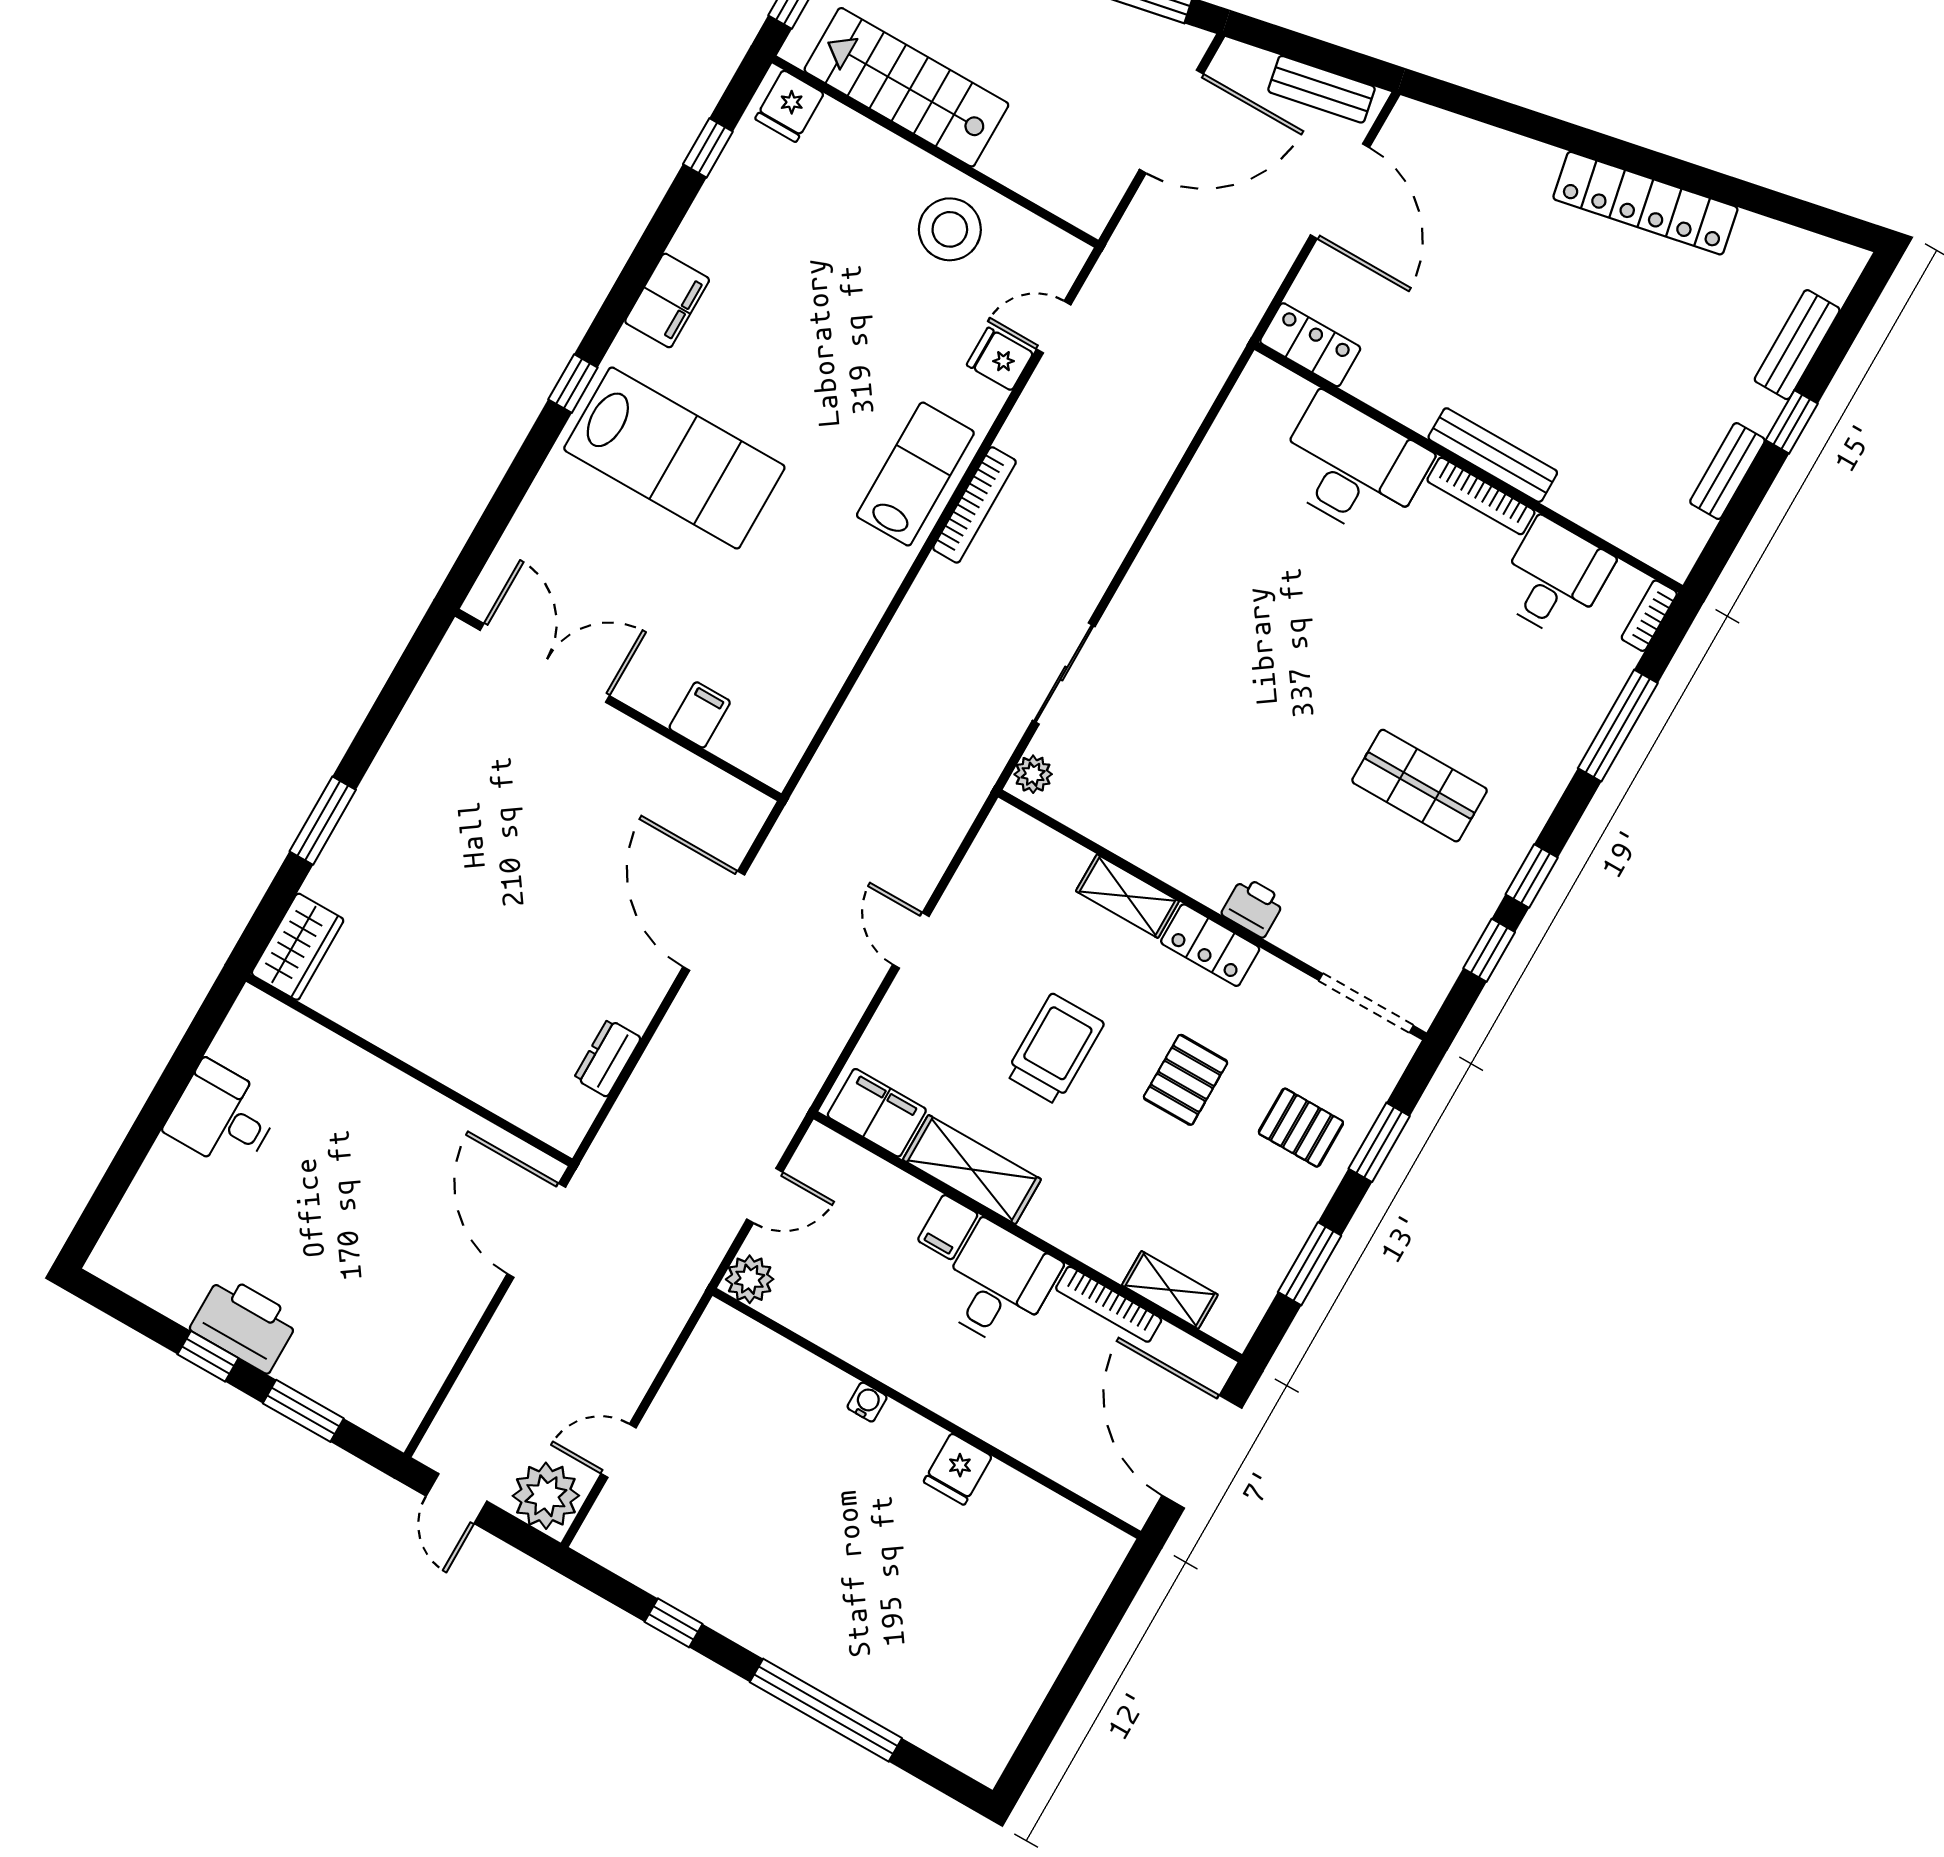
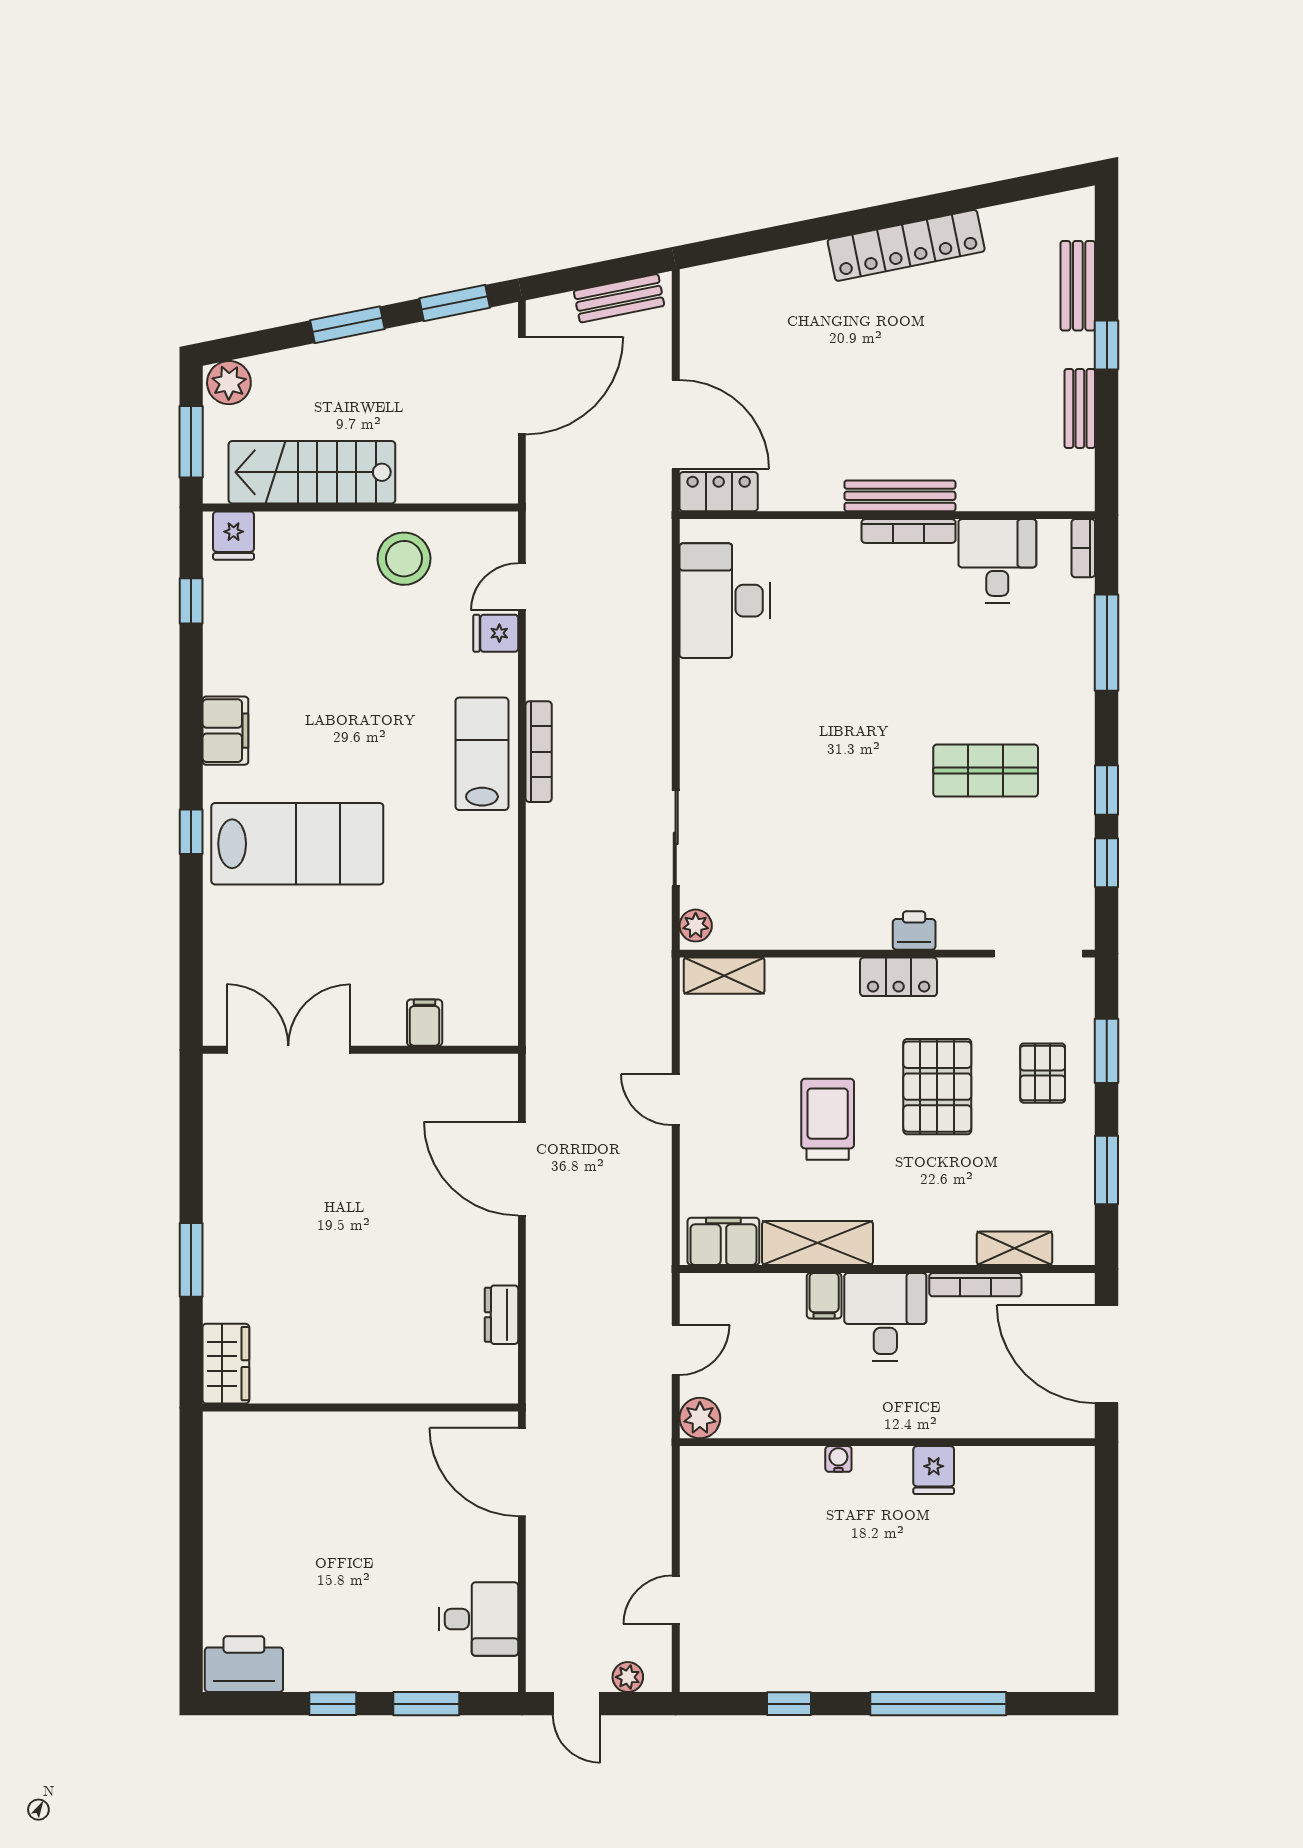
door: (1340, 191) -> (676, 425), moved
desk: (1352, 467) -> (725, 601), moved, turned -90
shelving: (1127, 896) -> (724, 976), moved
pallet: (1186, 1080) -> (937, 1087), width x1.50, depth x1.42
desk: (223, 1116) -> (478, 1619), moved, turned 180
pallet: (1301, 1128) -> (1043, 1073), turned 90
printer: (245, 1324) -> (244, 1664), moved
plant: (546, 1496) -> (628, 1677), width x0.53, depth x0.53

